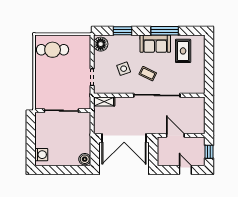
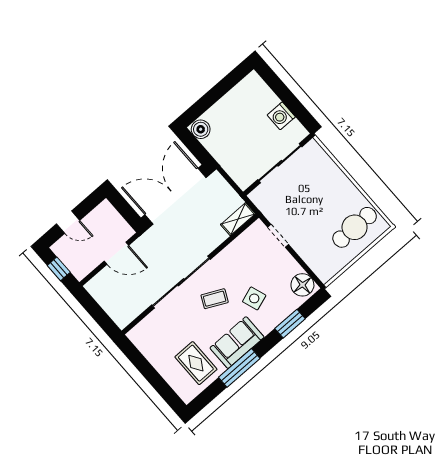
side table: (124, 69) -> (254, 298), moved
washing machine: (41, 155) -> (281, 116), moved

